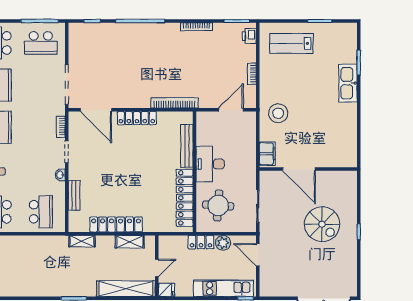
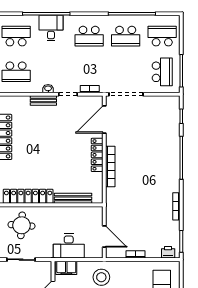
school desk: (41, 43) -> (162, 72), turned 180
bookcase: (174, 103) -> (110, 166), moved
desk: (210, 164) -> (69, 246), moved, turned 180
bench: (74, 195) -> (43, 101), moved

